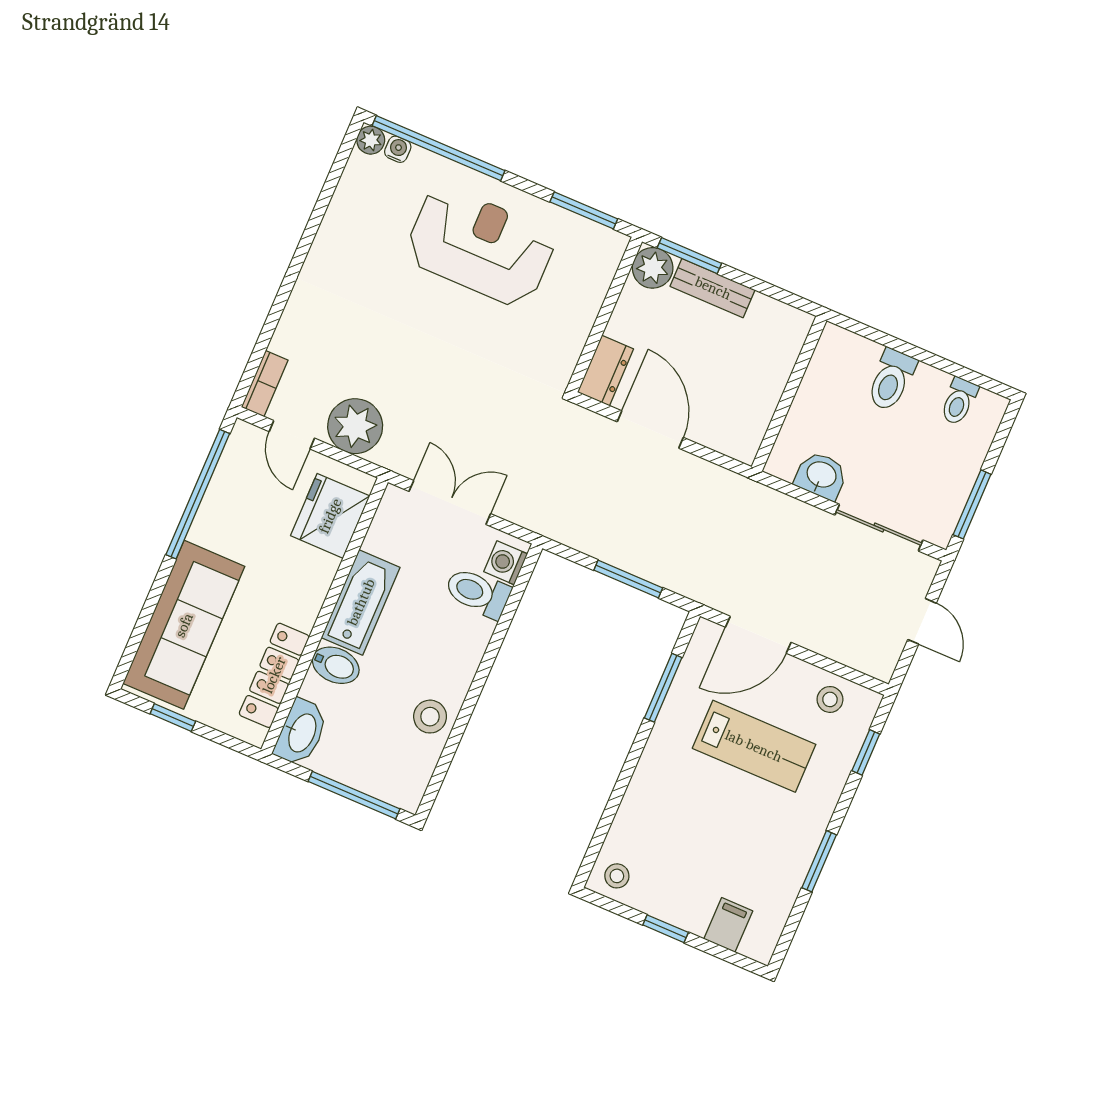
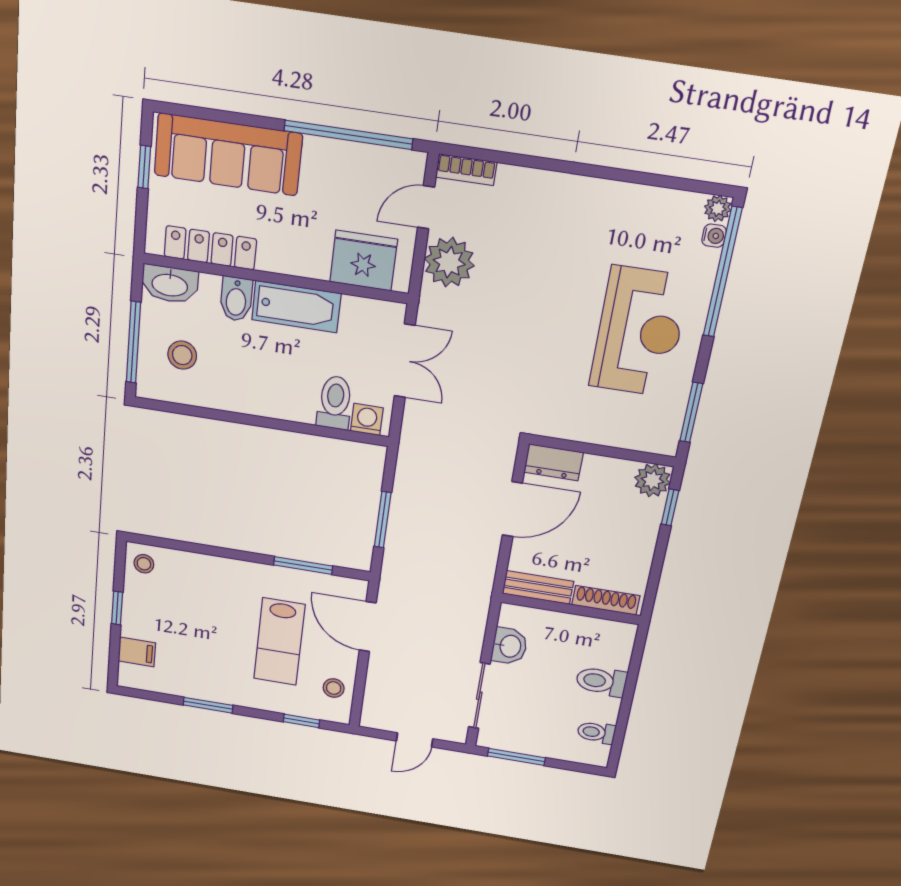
window: (689, 256) -> (670, 507), width x0.67
bench: (713, 288) -> (538, 587), moved, turned 90
shoe rack: (787, 351) -> (606, 600), added
stool: (430, 717) -> (182, 355), moved

